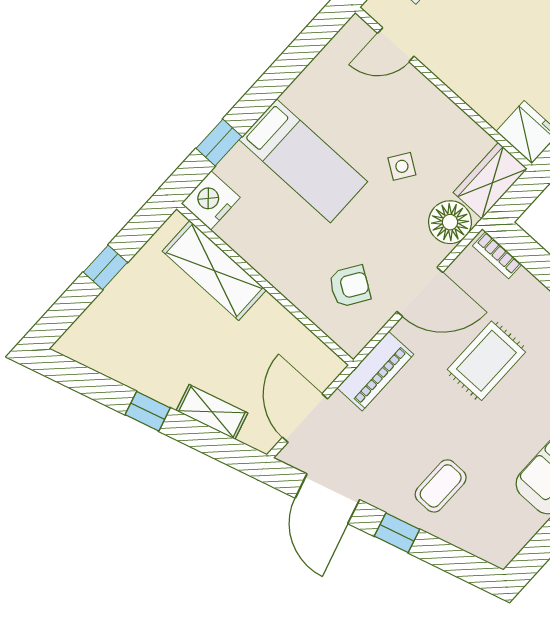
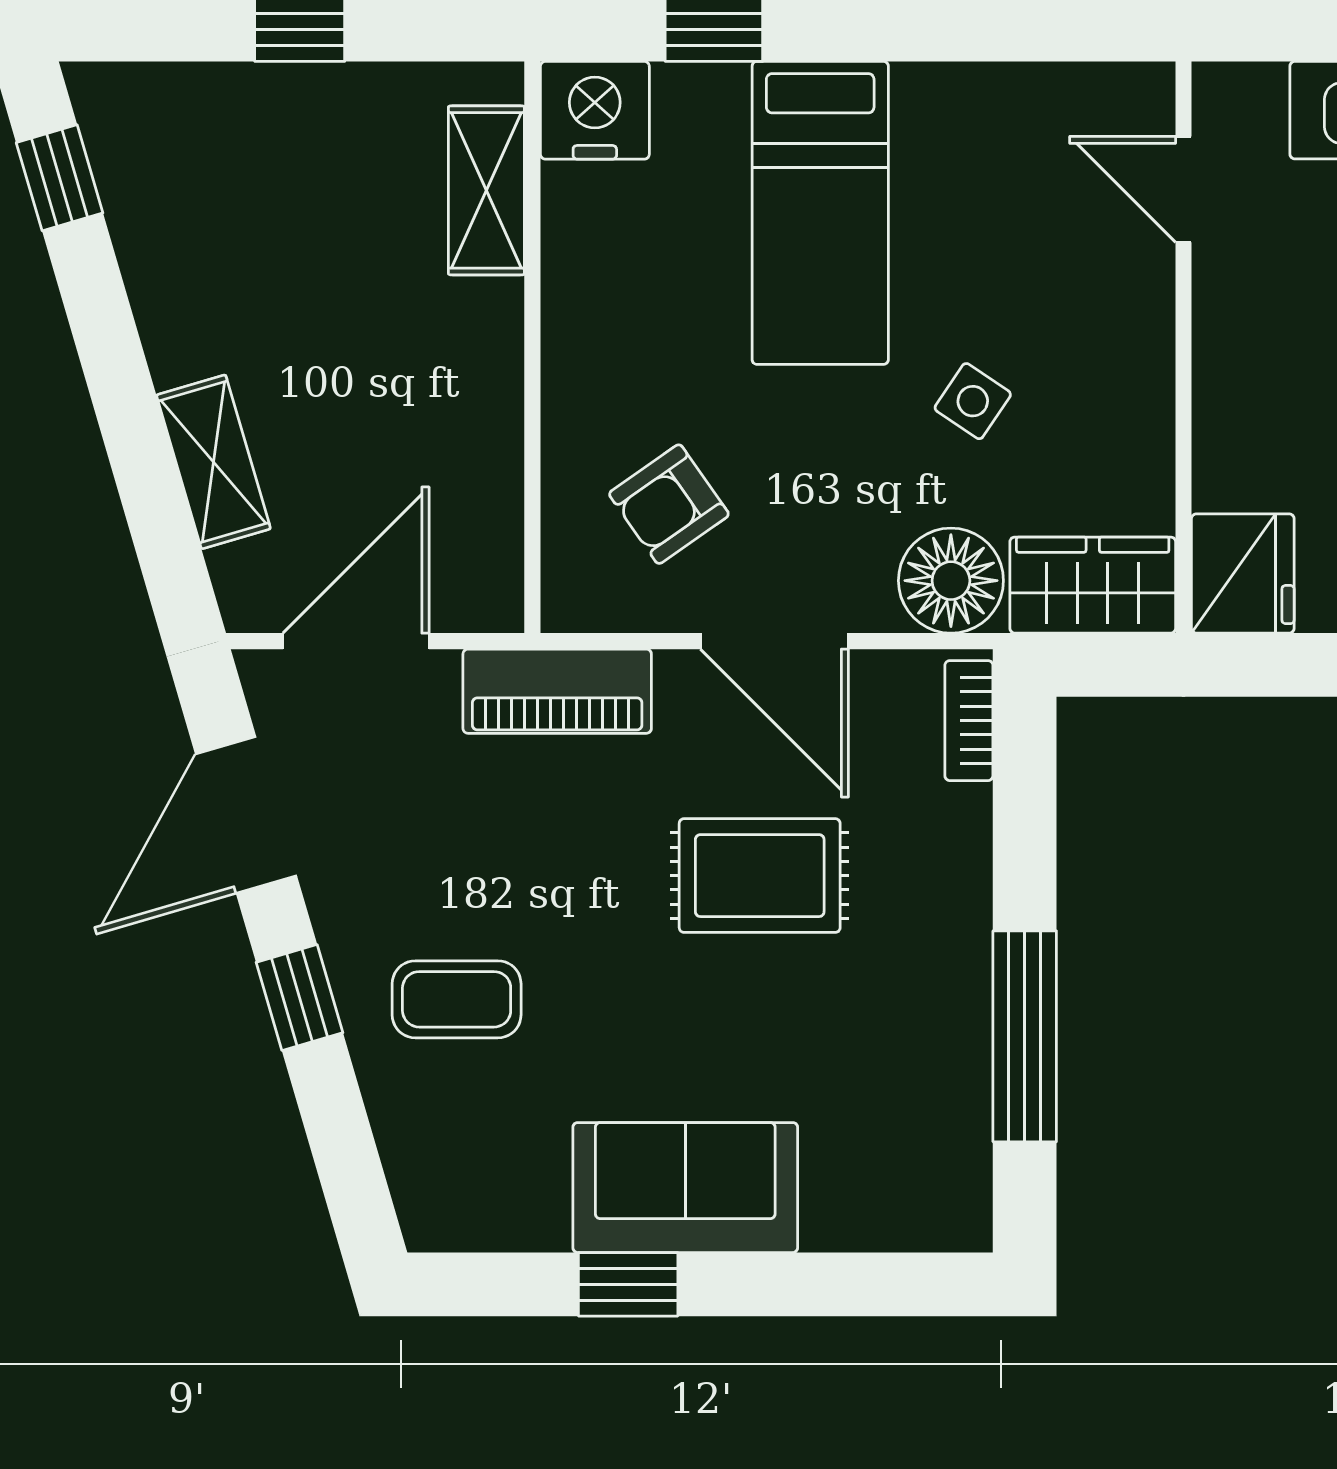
shelving: (214, 271) -> (486, 190), width x0.67, depth x0.75
armchair: (350, 286) -> (669, 504), turned 112
window: (148, 411) -> (60, 178), moved

